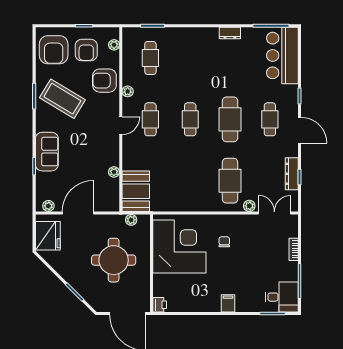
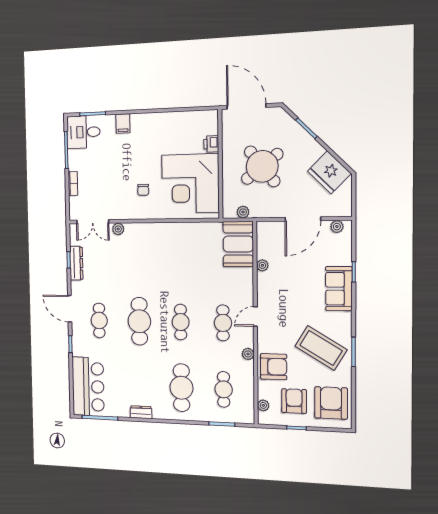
cafe table: (230, 181) -> (181, 388), moved
fridge: (48, 236) -> (329, 172), moved, turned -45
round table: (114, 260) -> (262, 166), turned -38
filing cabinet: (228, 303) -> (123, 123), moved
printer: (160, 305) -> (211, 144), moved

